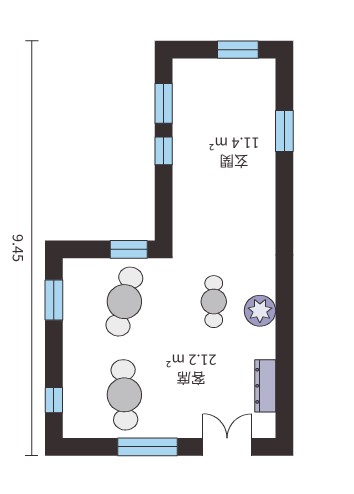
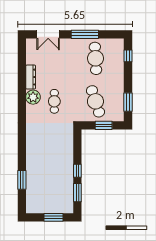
window: (238, 50) -> (53, 217), moved
window: (129, 249) -> (104, 125), moved
cafe table: (124, 302) -> (95, 101), turned -33
dresser: (265, 386) -> (31, 77), moved

